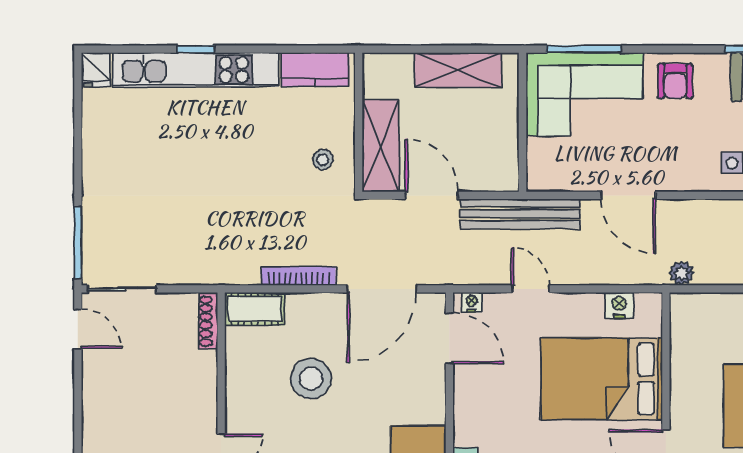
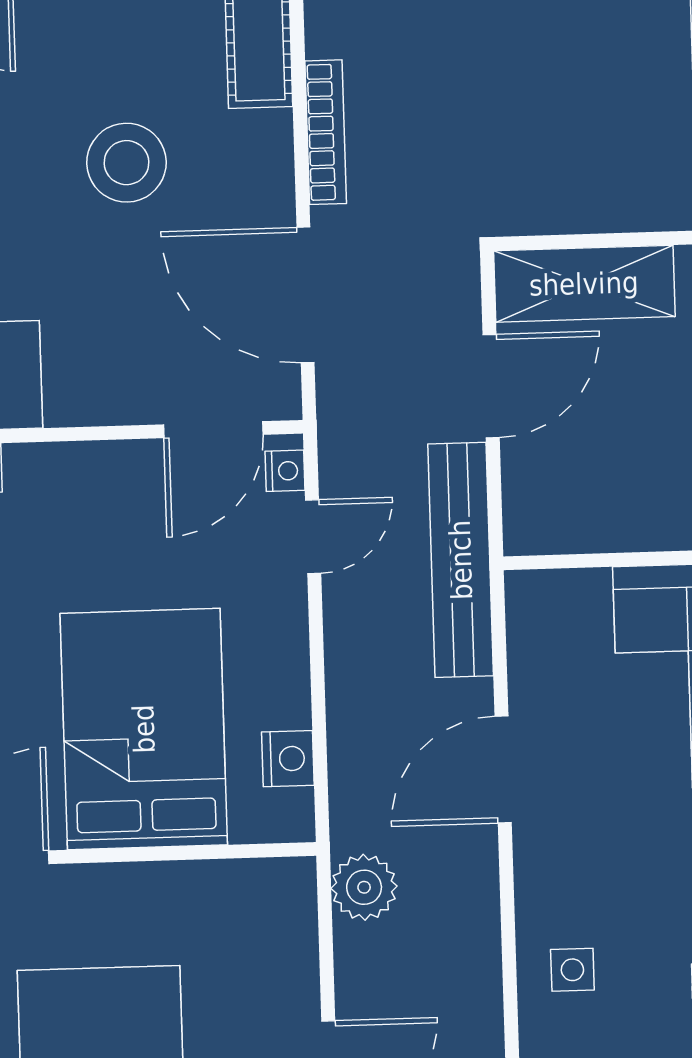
stool: (323, 160) -> (554, 172), removed
plant: (682, 273) -> (364, 887), width x1.38, depth x1.38
door: (530, 289) -> (313, 537), moved

